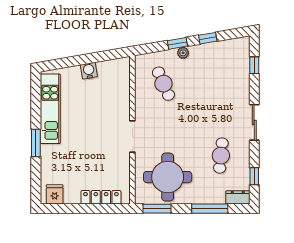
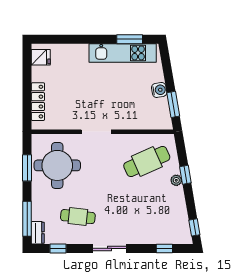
window: (208, 38) -> (194, 227), moved
window: (104, 56) -> (173, 104), added
cafe table: (163, 84) -> (147, 162), width x1.37, depth x1.35
window: (36, 143) -> (130, 39), moved
window: (157, 209) -> (27, 168), moved
window: (210, 209) -> (27, 219), moved

